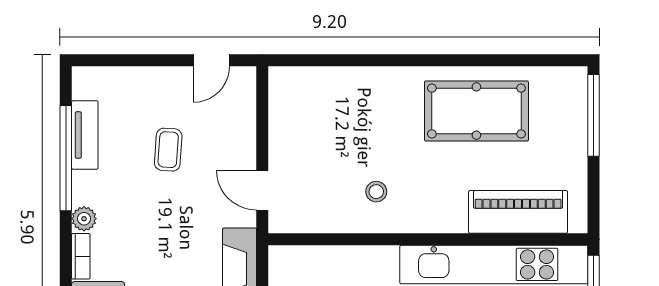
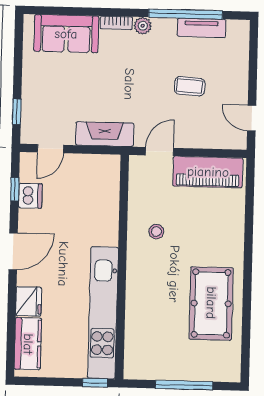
window: (594, 115) -> (184, 385), moved
piano: (518, 212) -> (208, 172), moved, turned 90

